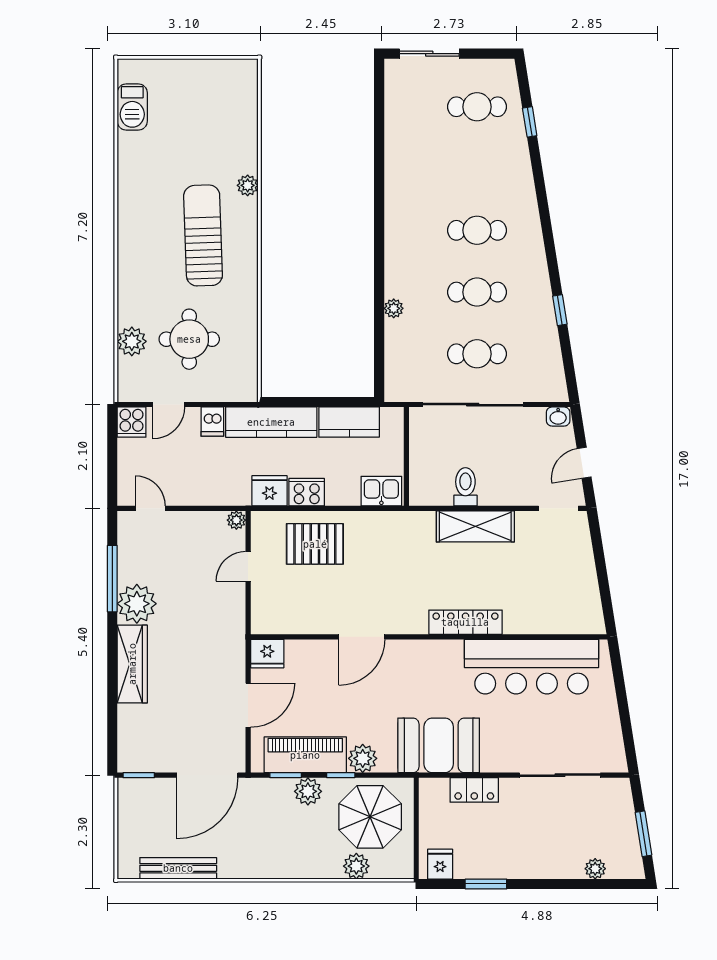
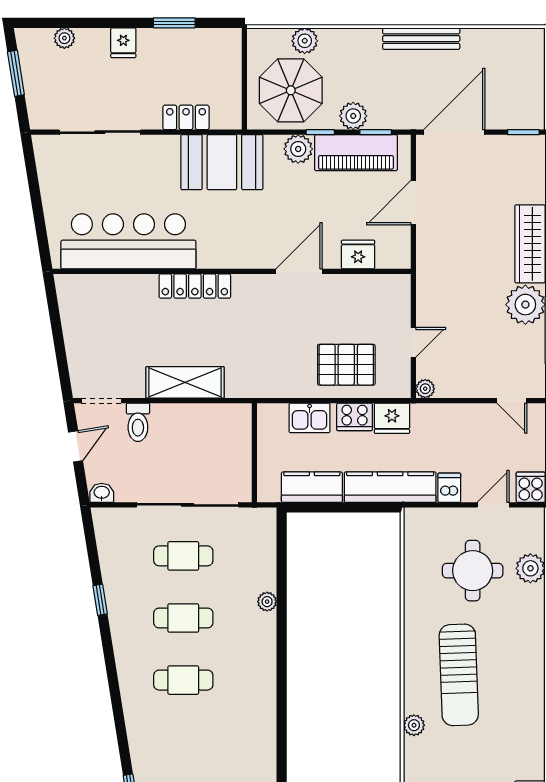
toilet: (465, 487) -> (138, 422), moved
kitchen sink: (381, 491) -> (310, 418), moved
fridge: (267, 654) -> (358, 254), moved
fridge: (440, 864) -> (123, 43), moved
bench: (178, 868) -> (421, 39), moved

